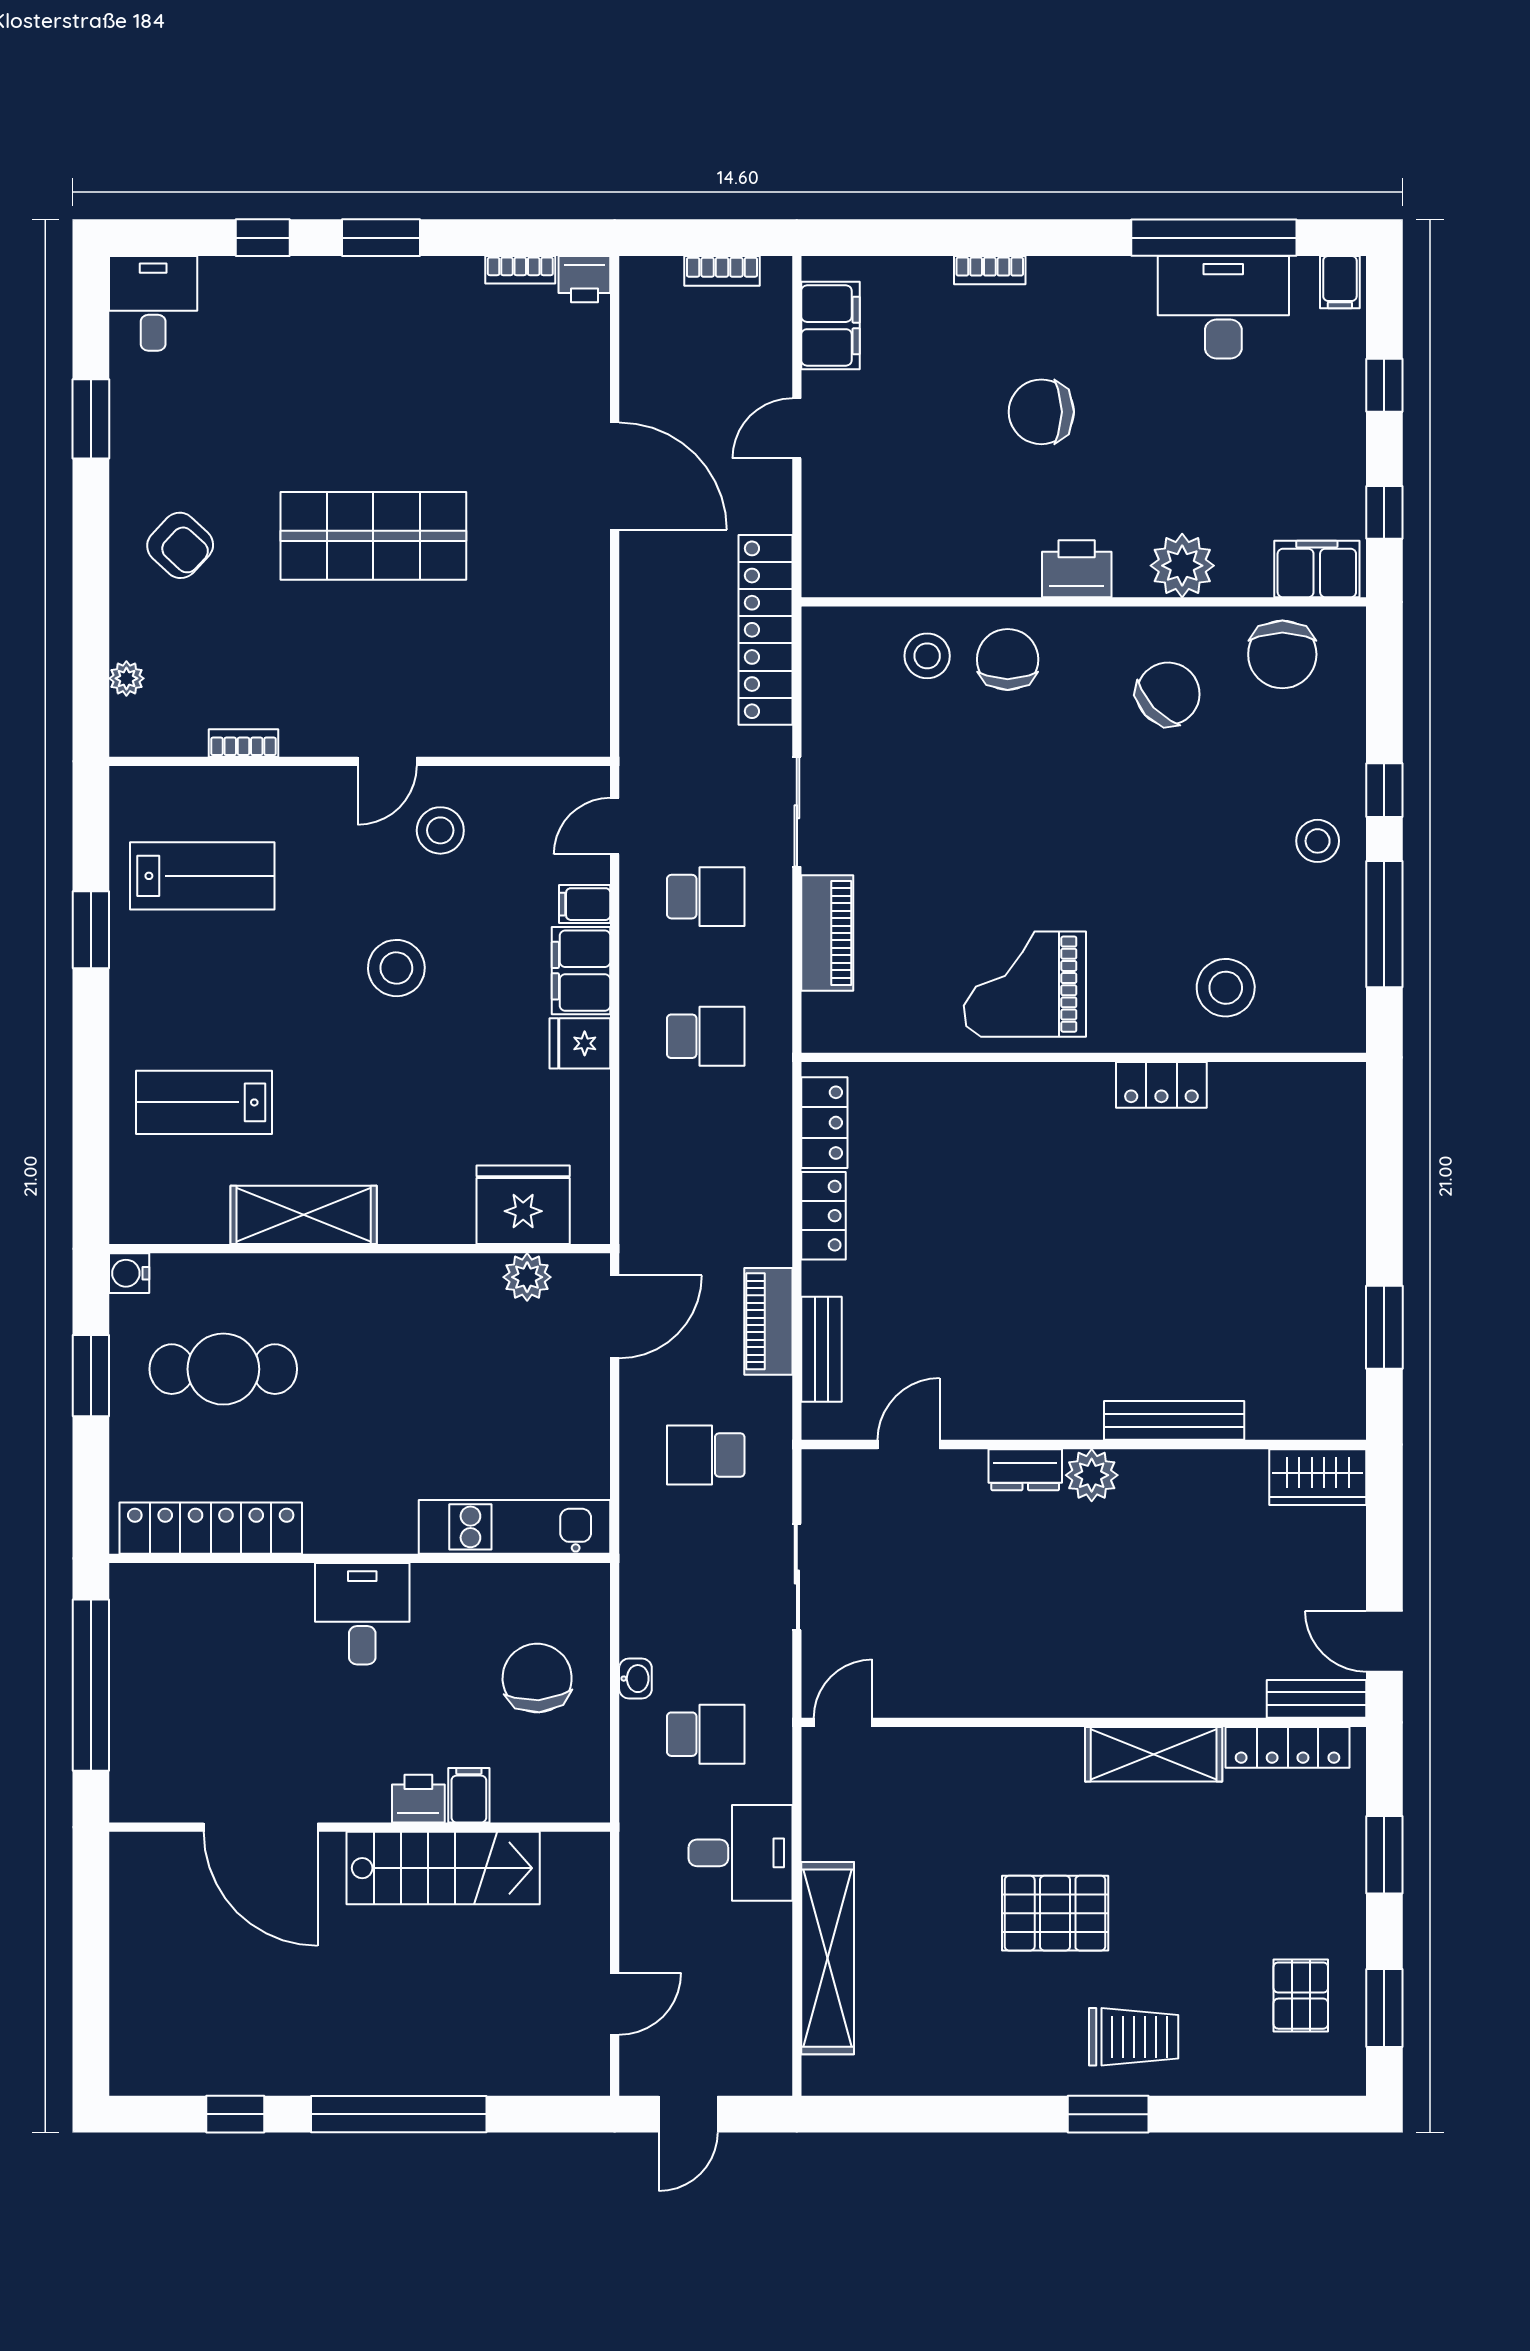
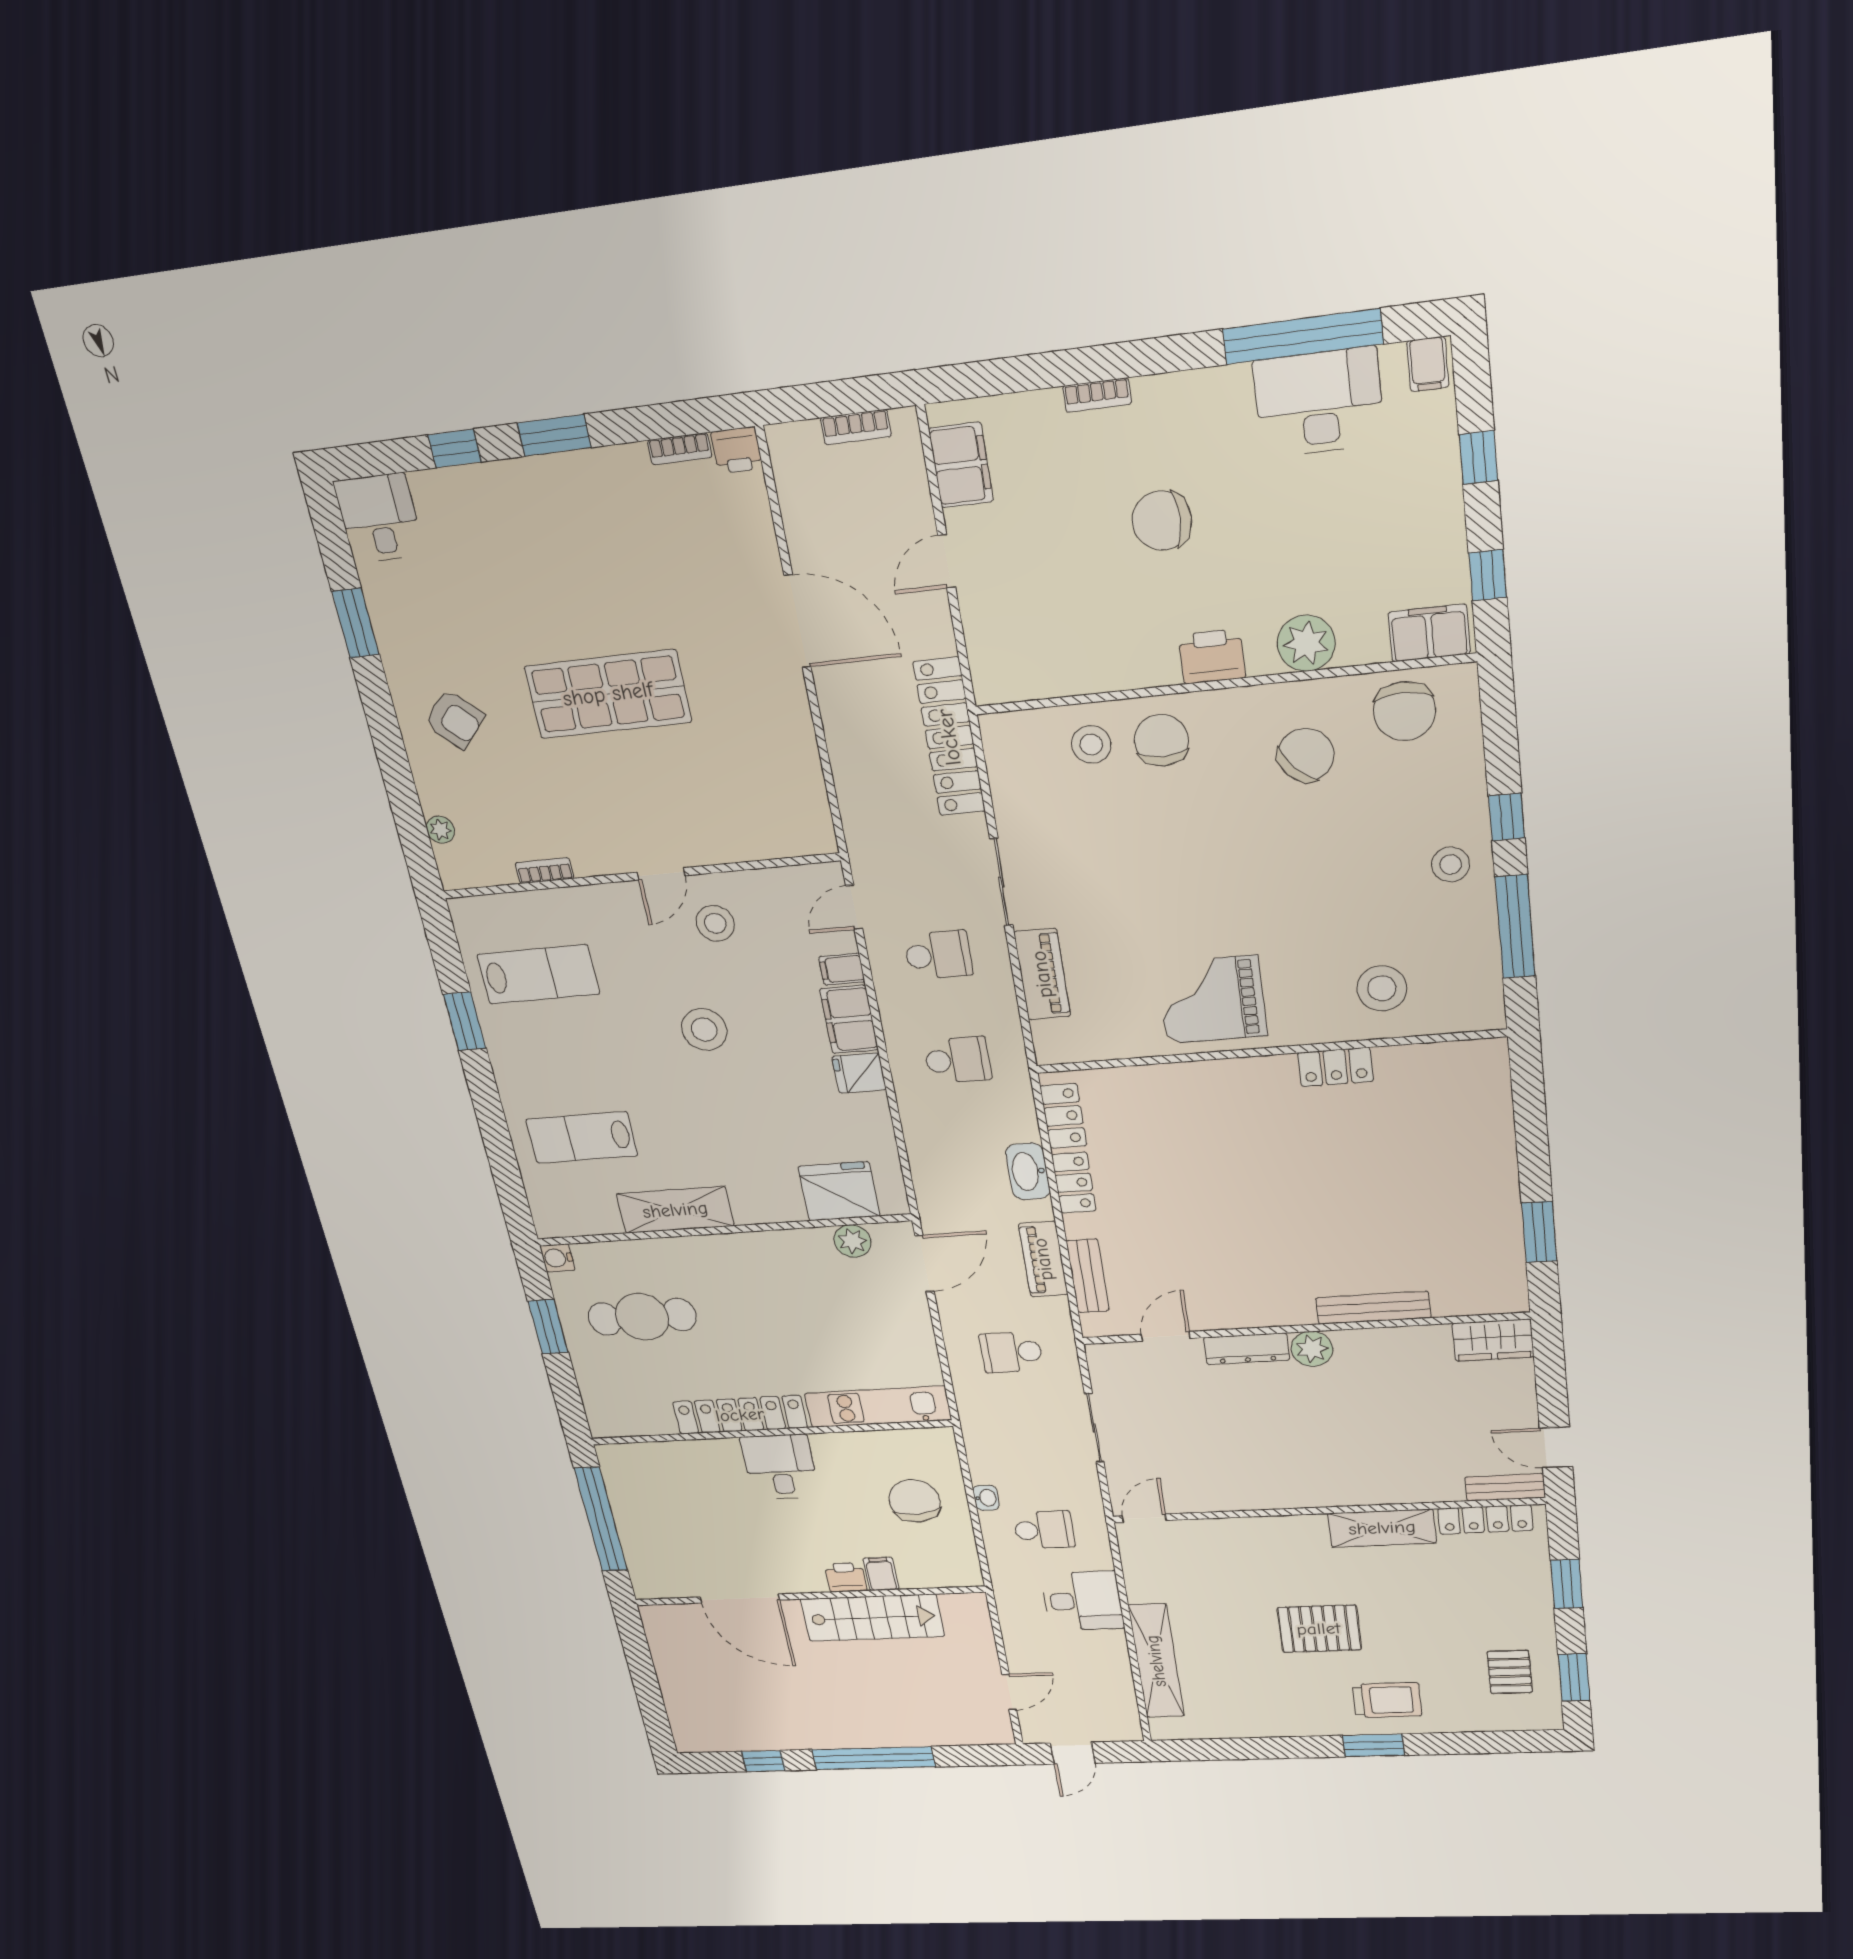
washbasin: (768, 1195) -> (1028, 1171), added
dresser: (1025, 1470) -> (1247, 1349), width x1.44
locker: (211, 1528) -> (740, 1415), moved

